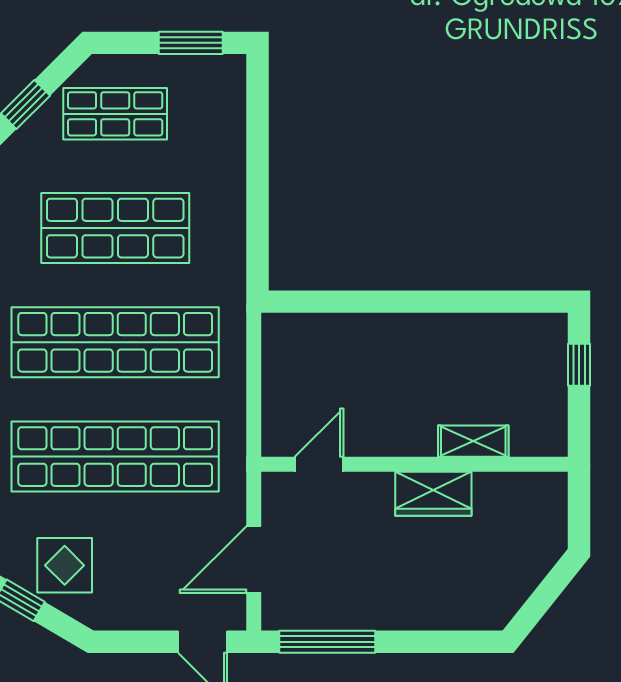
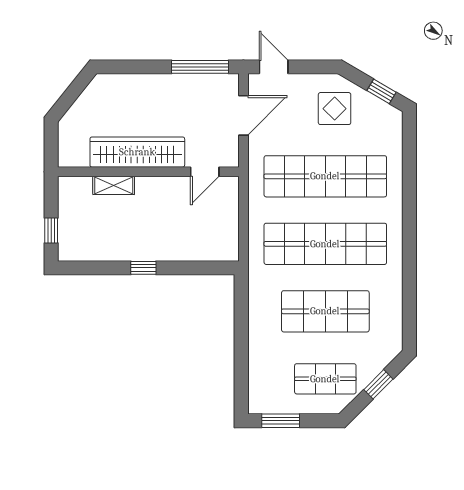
window: (423, 302) -> (143, 268), added
wardrobe: (433, 494) -> (137, 152), width x2.10, depth x1.17
display table: (65, 565) -> (335, 109), moved

